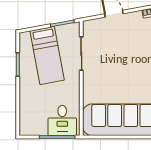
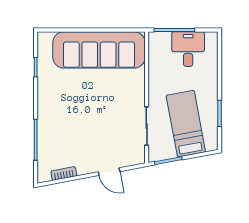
desk: (62, 120) -> (188, 49), moved

